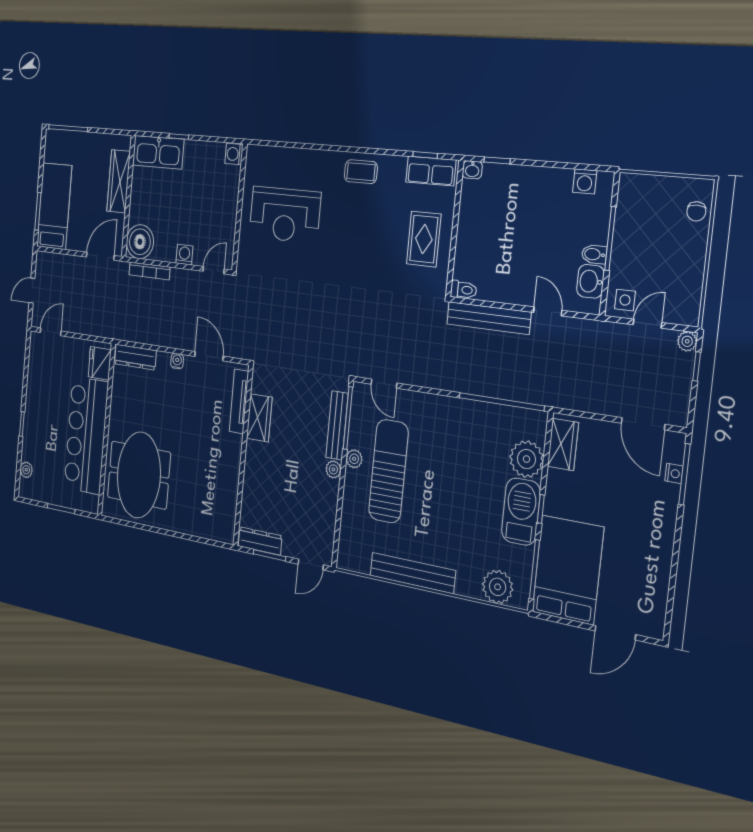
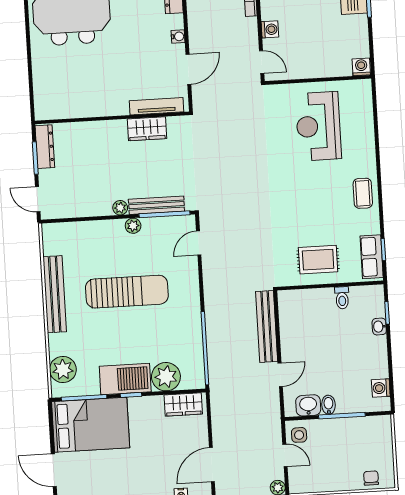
washbasin: (472, 170) -> (379, 327), moved
chair: (696, 211) -> (371, 478), turned 90
toilet: (464, 290) -> (342, 298), moved
sun lounger: (388, 471) -> (127, 292), moved

